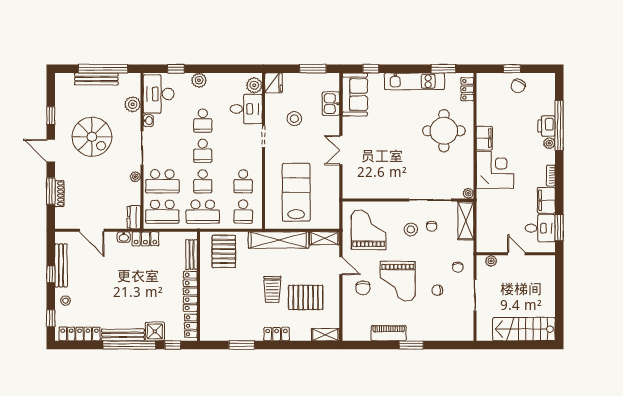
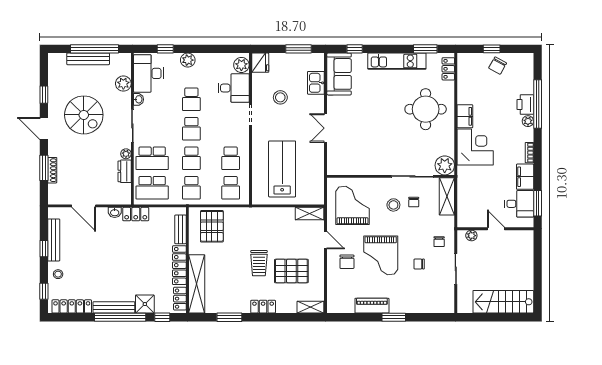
plant: (468, 193) -> (445, 165), width x1.88, depth x1.88
school desk: (203, 212) -> (191, 188), width x0.54
dresser: (134, 217) -> (125, 171), moved
shelving: (279, 240) -> (197, 284), moved, turned 90

